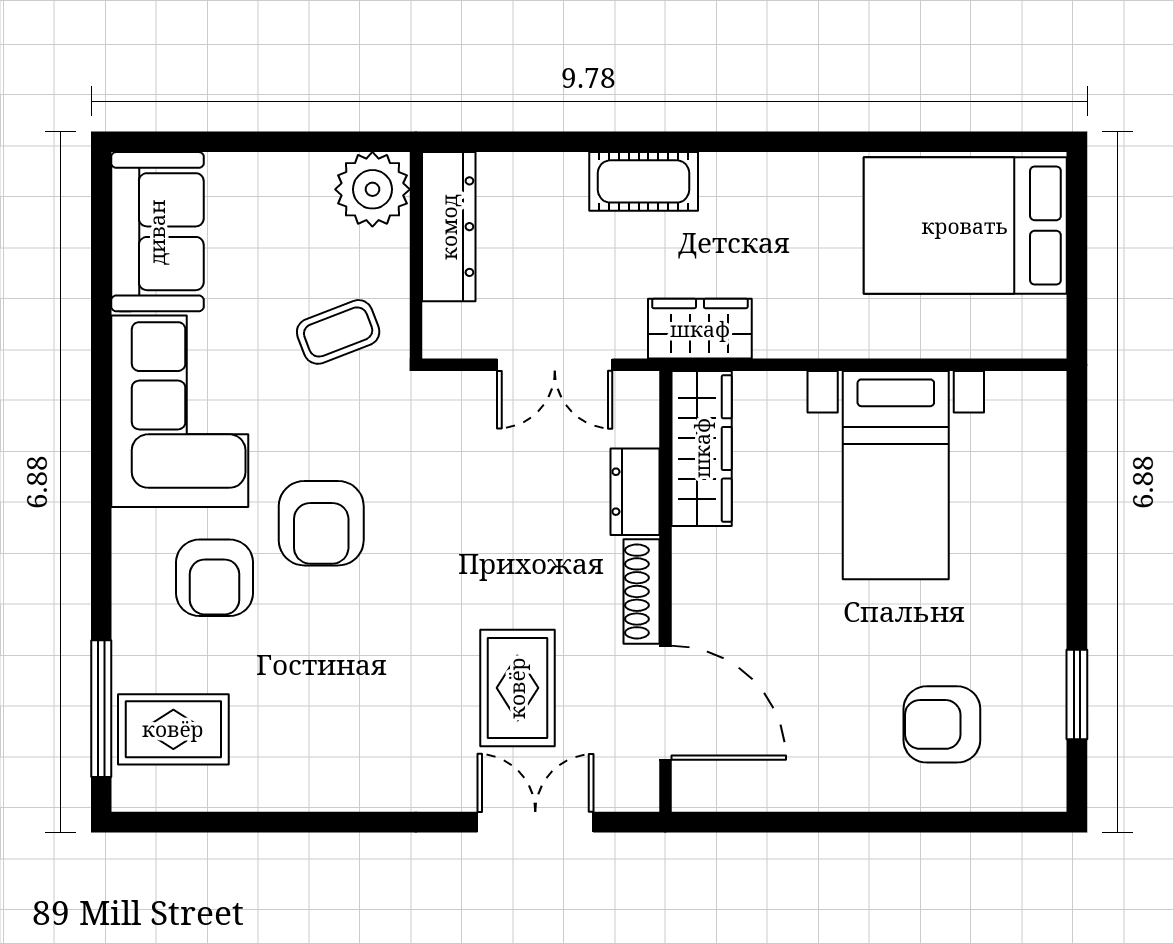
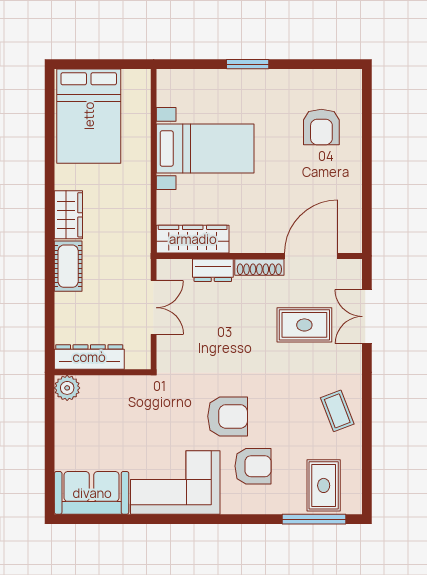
plant: (372, 189) -> (67, 388), width x0.73, depth x0.73
wardrobe: (700, 329) -> (68, 215), moved, turned 180
coffee table: (338, 332) -> (337, 411), moved
window: (1077, 694) -> (248, 64), moved

